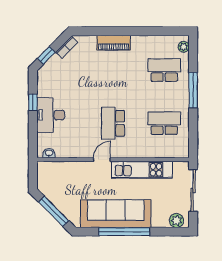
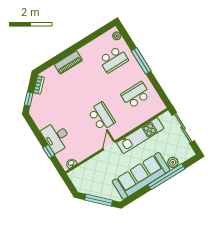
school desk: (164, 70) -> (113, 60), turned 180
window: (33, 102) -> (49, 151), moved
school desk: (113, 123) -> (101, 116), turned 180
plant: (176, 221) -> (173, 162), moved
window: (124, 232) -> (166, 177), moved

